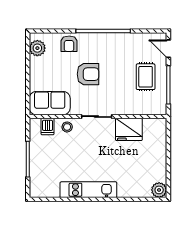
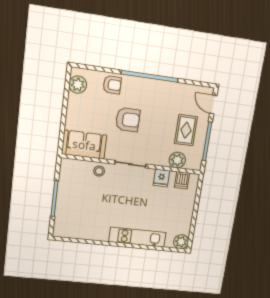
armchair: (69, 44) -> (112, 85), turned -90
plant: (142, 107) -> (177, 160), added
dishwasher: (48, 127) -> (182, 180), moved
fridge: (129, 129) -> (161, 178), width x0.53, depth x0.75
kitchen unit: (88, 190) -> (137, 237), moved

